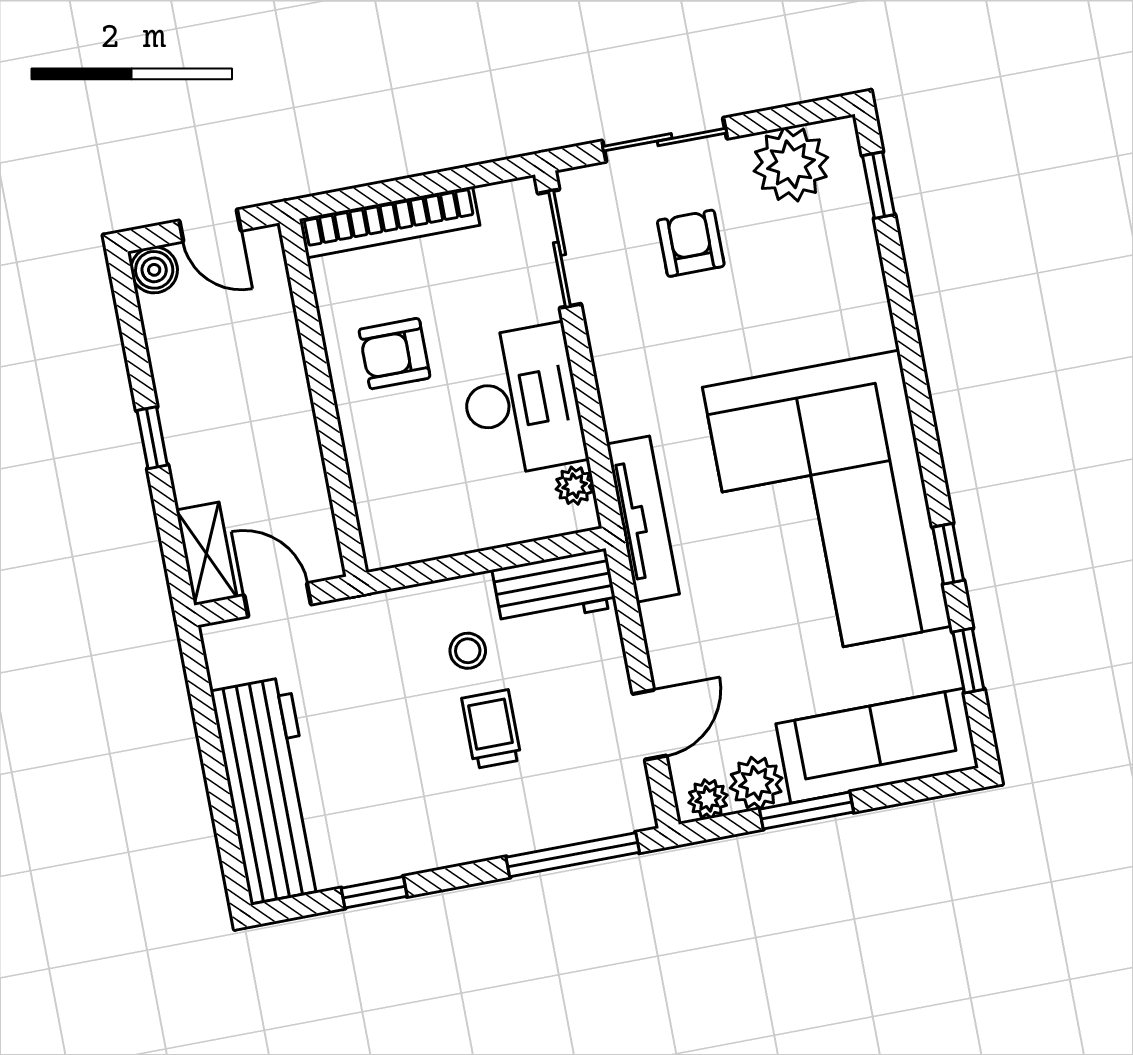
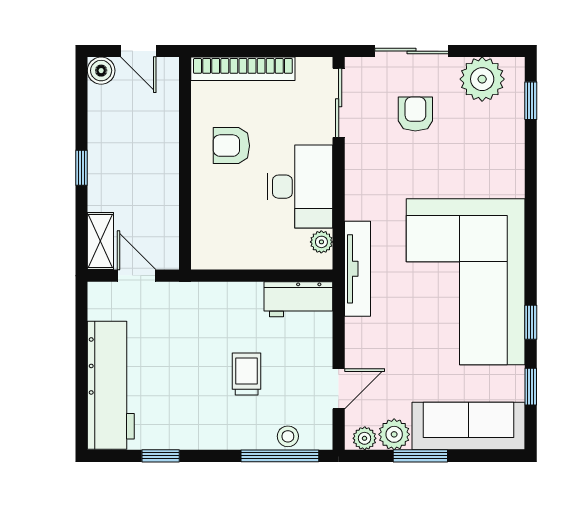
stool: (468, 651) -> (288, 436), moved

